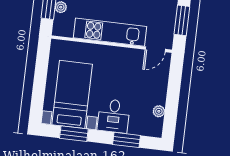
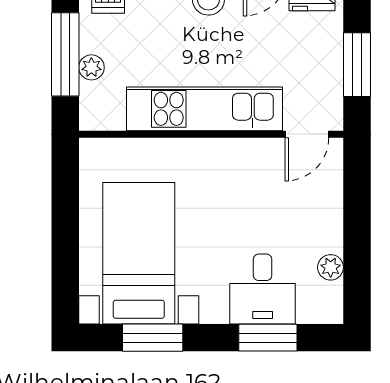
desk: (114, 116) -> (263, 289), moved

